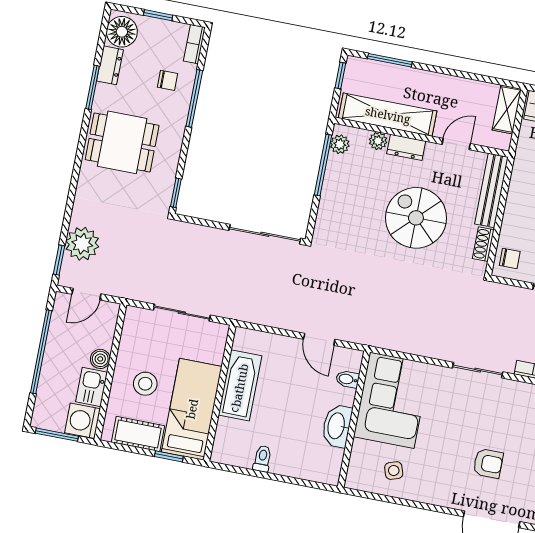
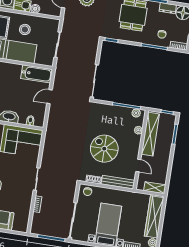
dresser: (406, 147) -> (136, 143), removed
spiral stairs: (416, 218) -> (104, 149), turned -90
door: (319, 339) -> (49, 97), moved
bathtub: (240, 385) -> (37, 74), moved

